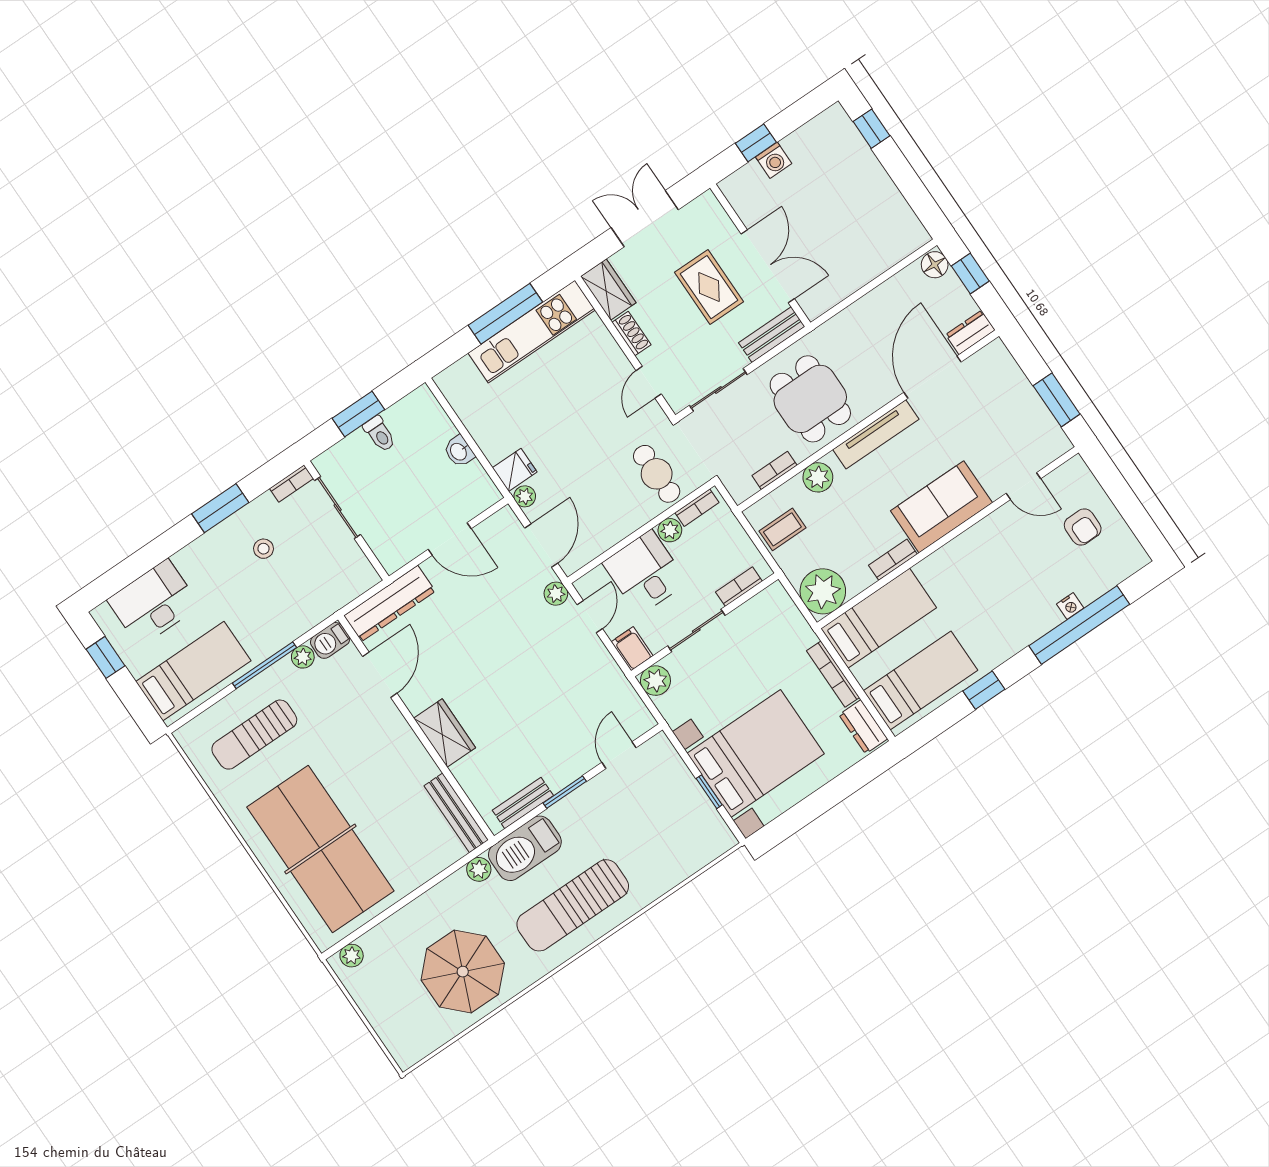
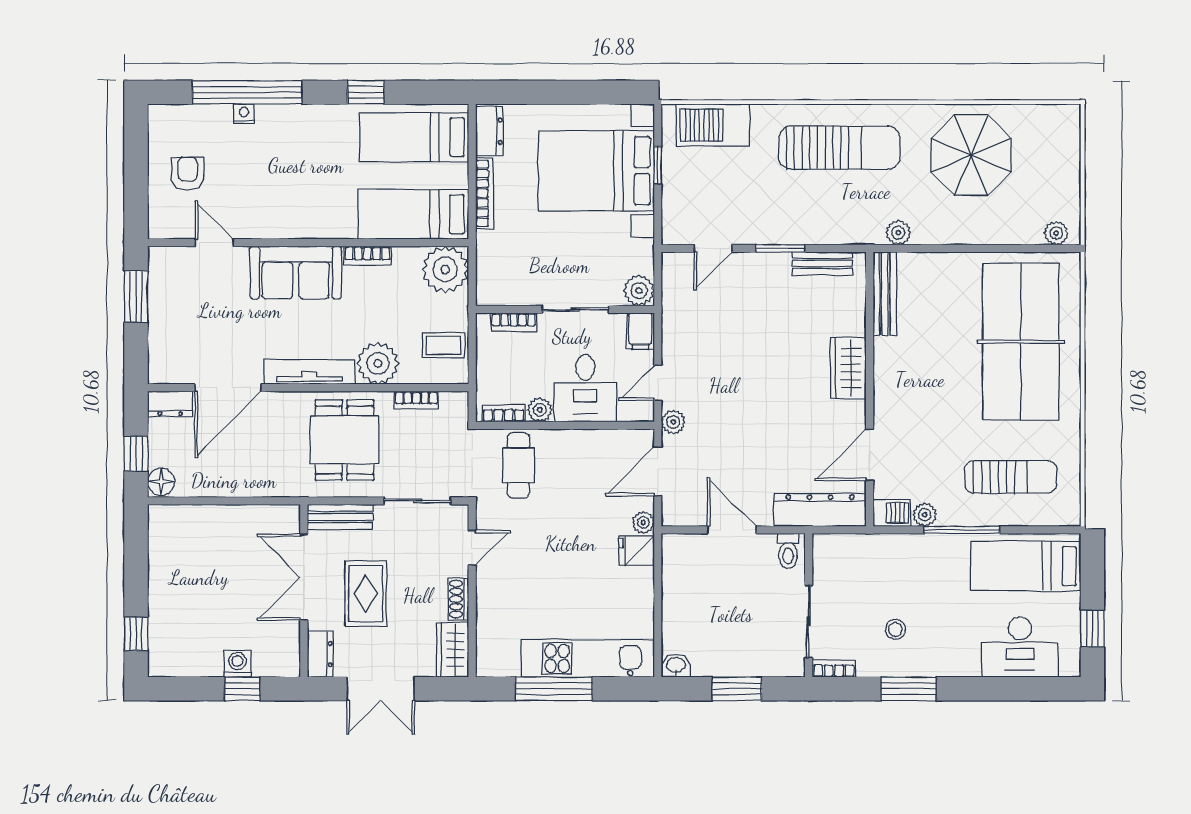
dresser: (712, 213) -> (320, 654), added
kitchen unit: (532, 332) -> (588, 658), moved
toilet: (380, 434) -> (788, 551), moved, turned 180
washbasin: (459, 451) -> (676, 665), moved, turned -90
plant: (818, 477) -> (378, 363), width x1.36, depth x1.36
barbecue: (525, 848) -> (713, 125), moved, turned 180

